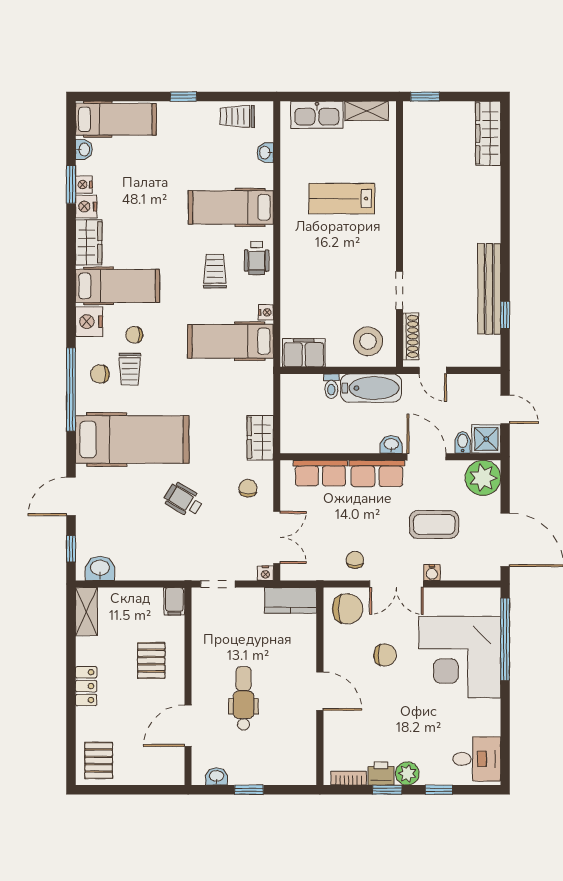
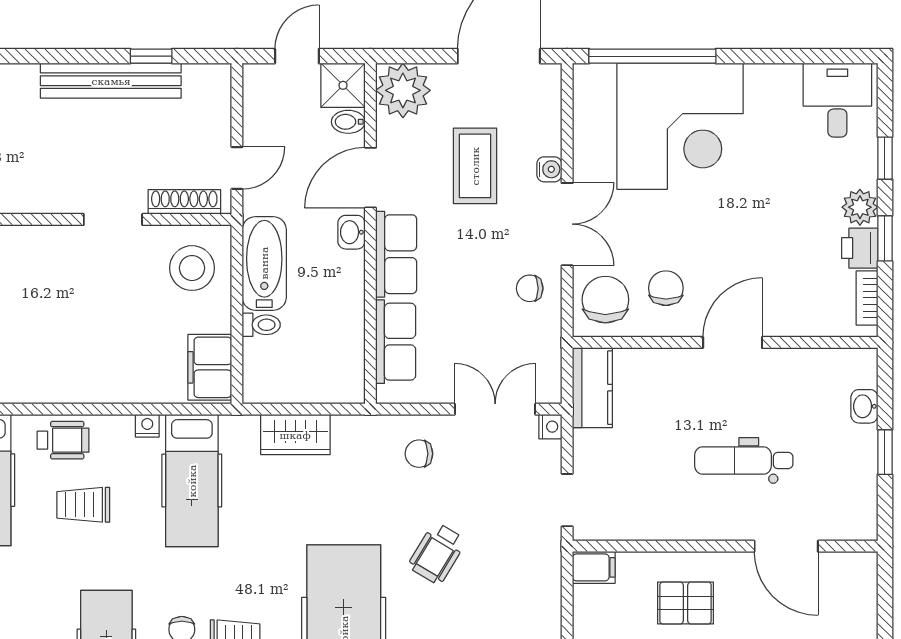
wardrobe: (260, 438) -> (295, 435), moved
chair: (385, 655) -> (666, 288), moved
washbasin: (217, 776) -> (864, 406), moved

